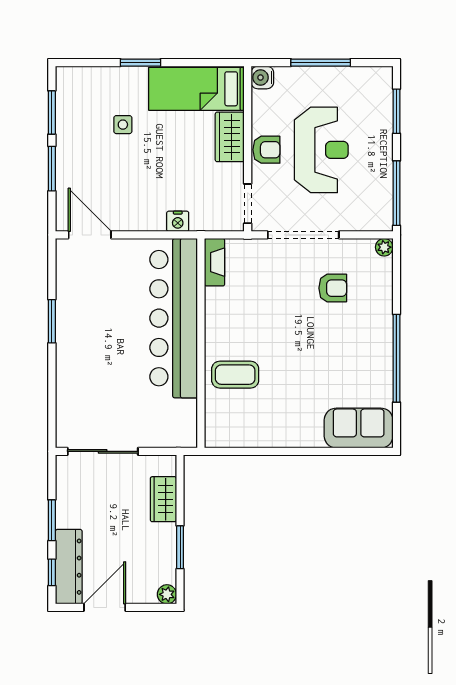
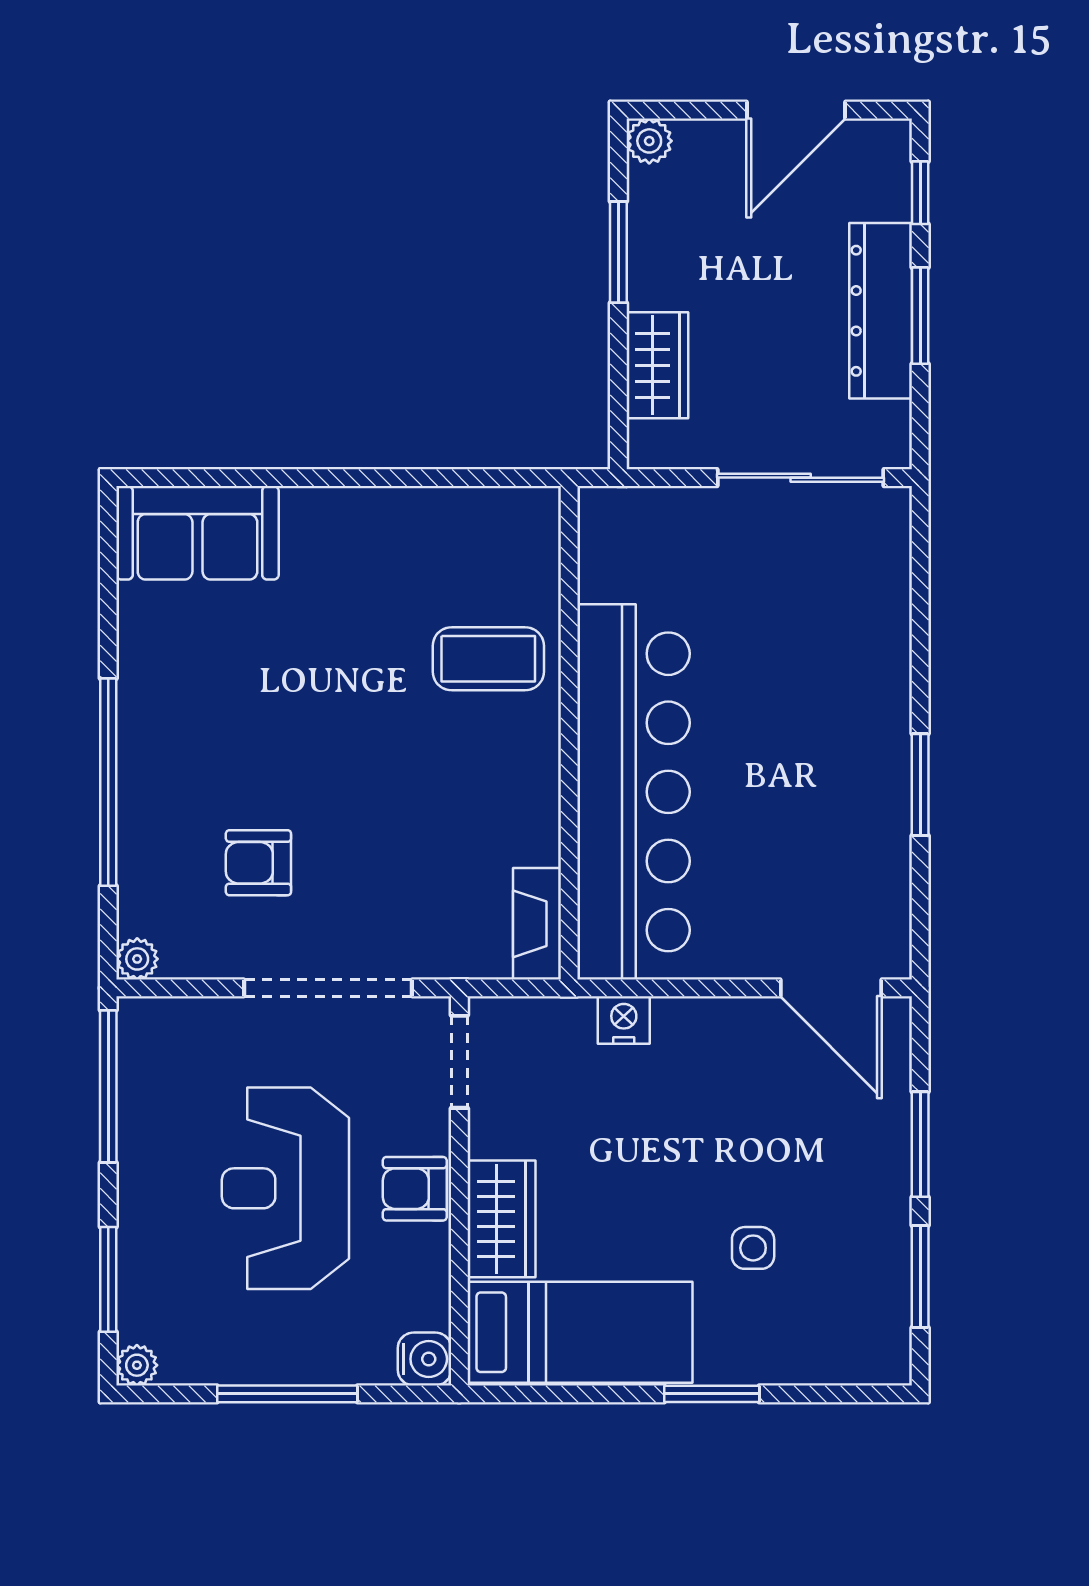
plant: (384, 75) -> (137, 1365), added
window: (396, 358) -> (108, 782), moved
dresser: (69, 567) -> (881, 311), moved

